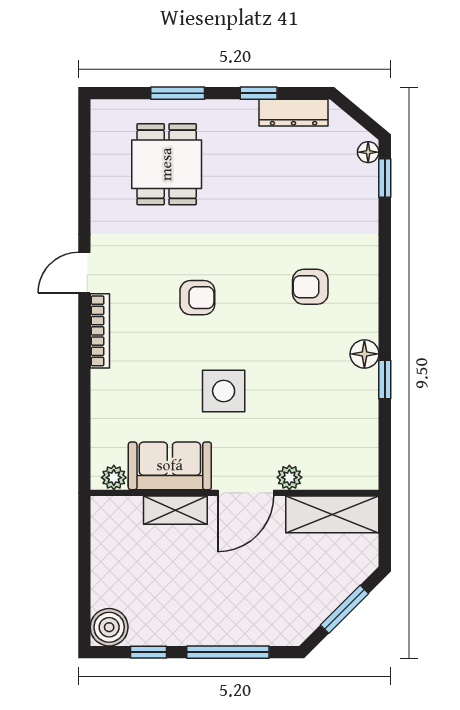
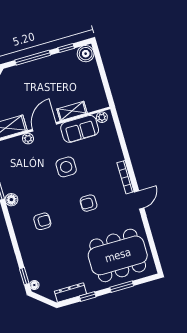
dining table: (167, 164) -> (118, 255), width x1.88, depth x1.24

